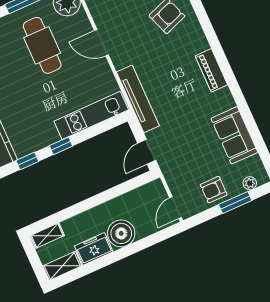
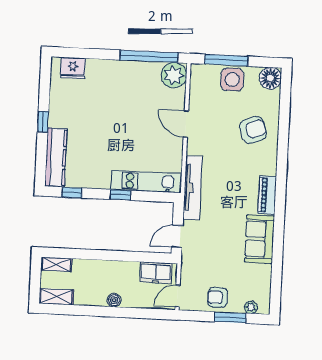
cafe table: (42, 45) -> (135, 101), removed
sofa: (234, 135) -> (260, 239), moved
window: (61, 146) -> (120, 195), moved
boiler: (121, 233) -> (114, 300), width x0.54, depth x0.54
freezer: (94, 249) -> (156, 273), moved, turned 180

